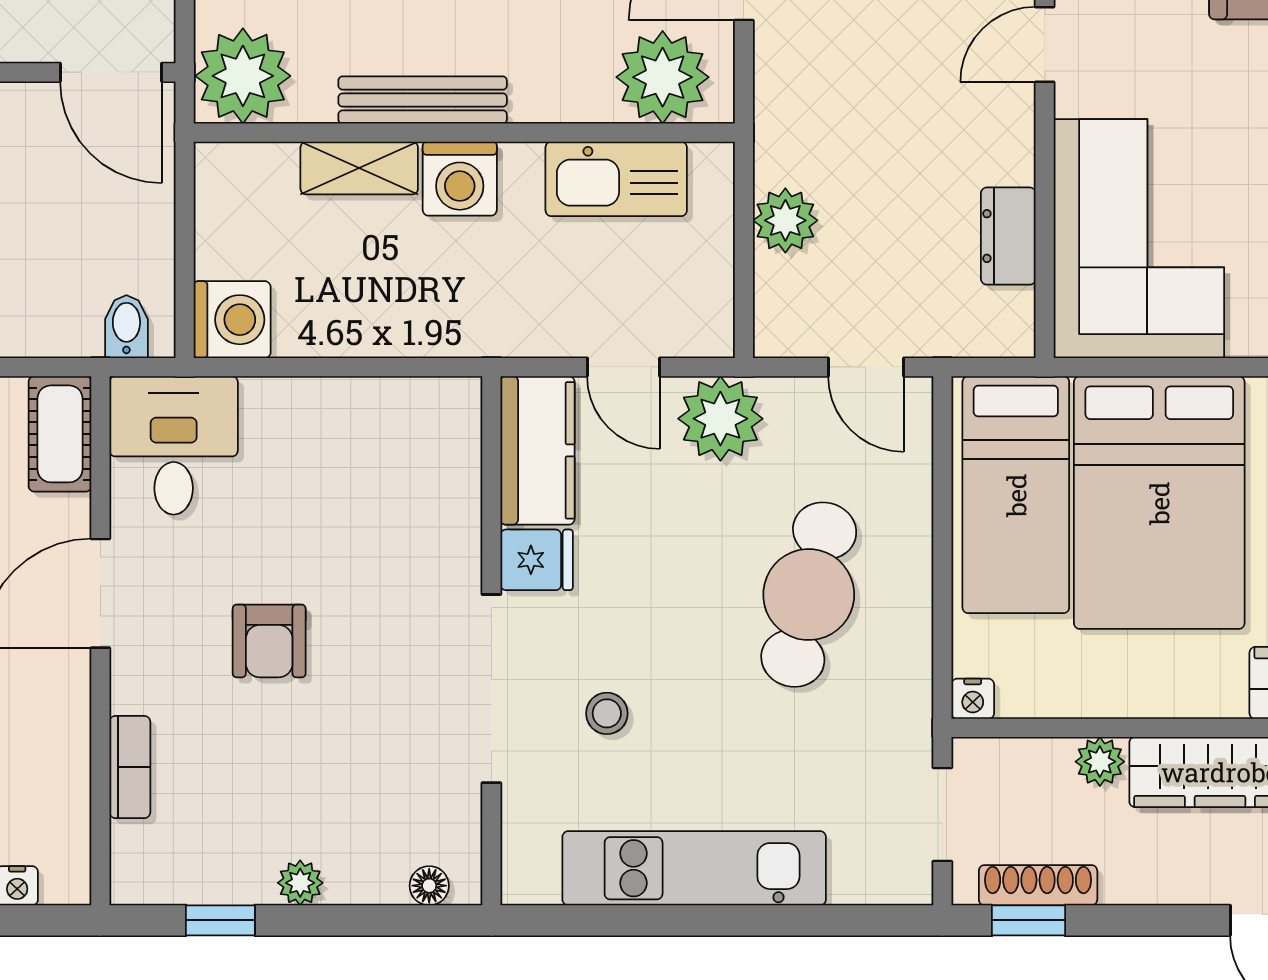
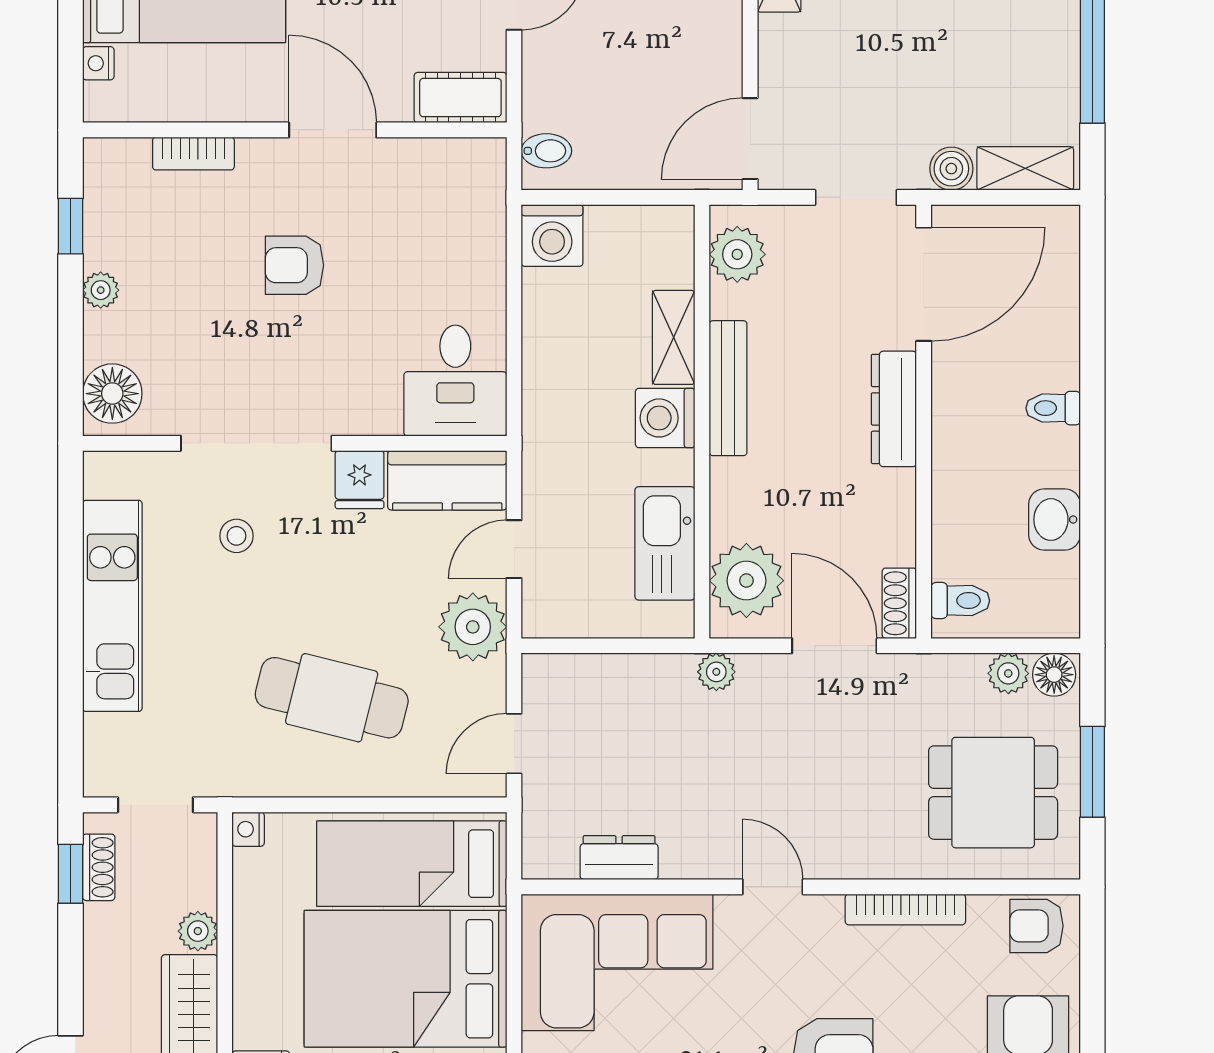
plant: (243, 76) -> (737, 254), width x0.73, depth x0.73
plant: (785, 220) -> (716, 672), moved, width x0.73, depth x0.73
desk: (174, 445) -> (455, 381), moved, turned 90
shoe rack: (1038, 885) -> (99, 867), width x0.70
floor lamp: (429, 886) -> (112, 394), width x1.89, depth x1.89

